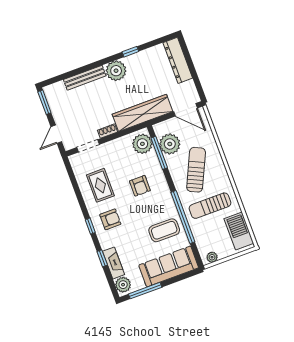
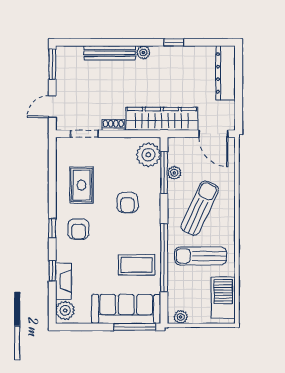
plant: (116, 71) -> (143, 52), width x0.53, depth x0.53
plant: (170, 144) -> (174, 173), width x0.53, depth x0.53
armchair: (110, 219) -> (78, 229), turned 90
window: (145, 291) -> (135, 327), moved

